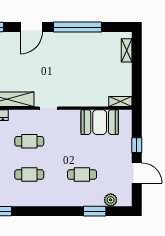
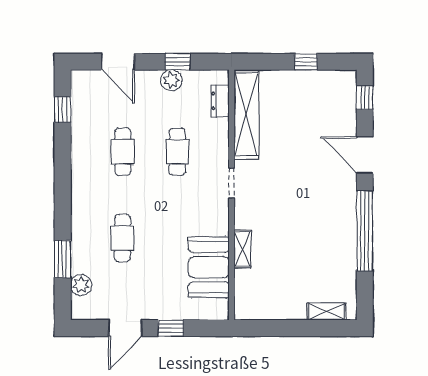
shelving: (120, 102) -> (242, 249), moved

